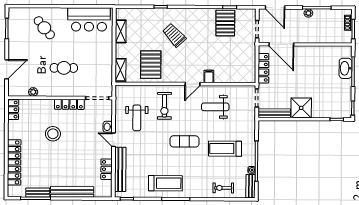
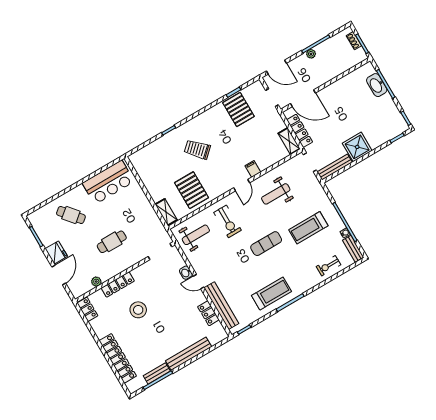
shelving: (121, 31) -> (289, 141), moved
fridge: (15, 50) -> (56, 253), added
locker: (69, 104) -> (118, 284), moved
weight bench: (137, 118) -> (196, 235), moved, turned -90

